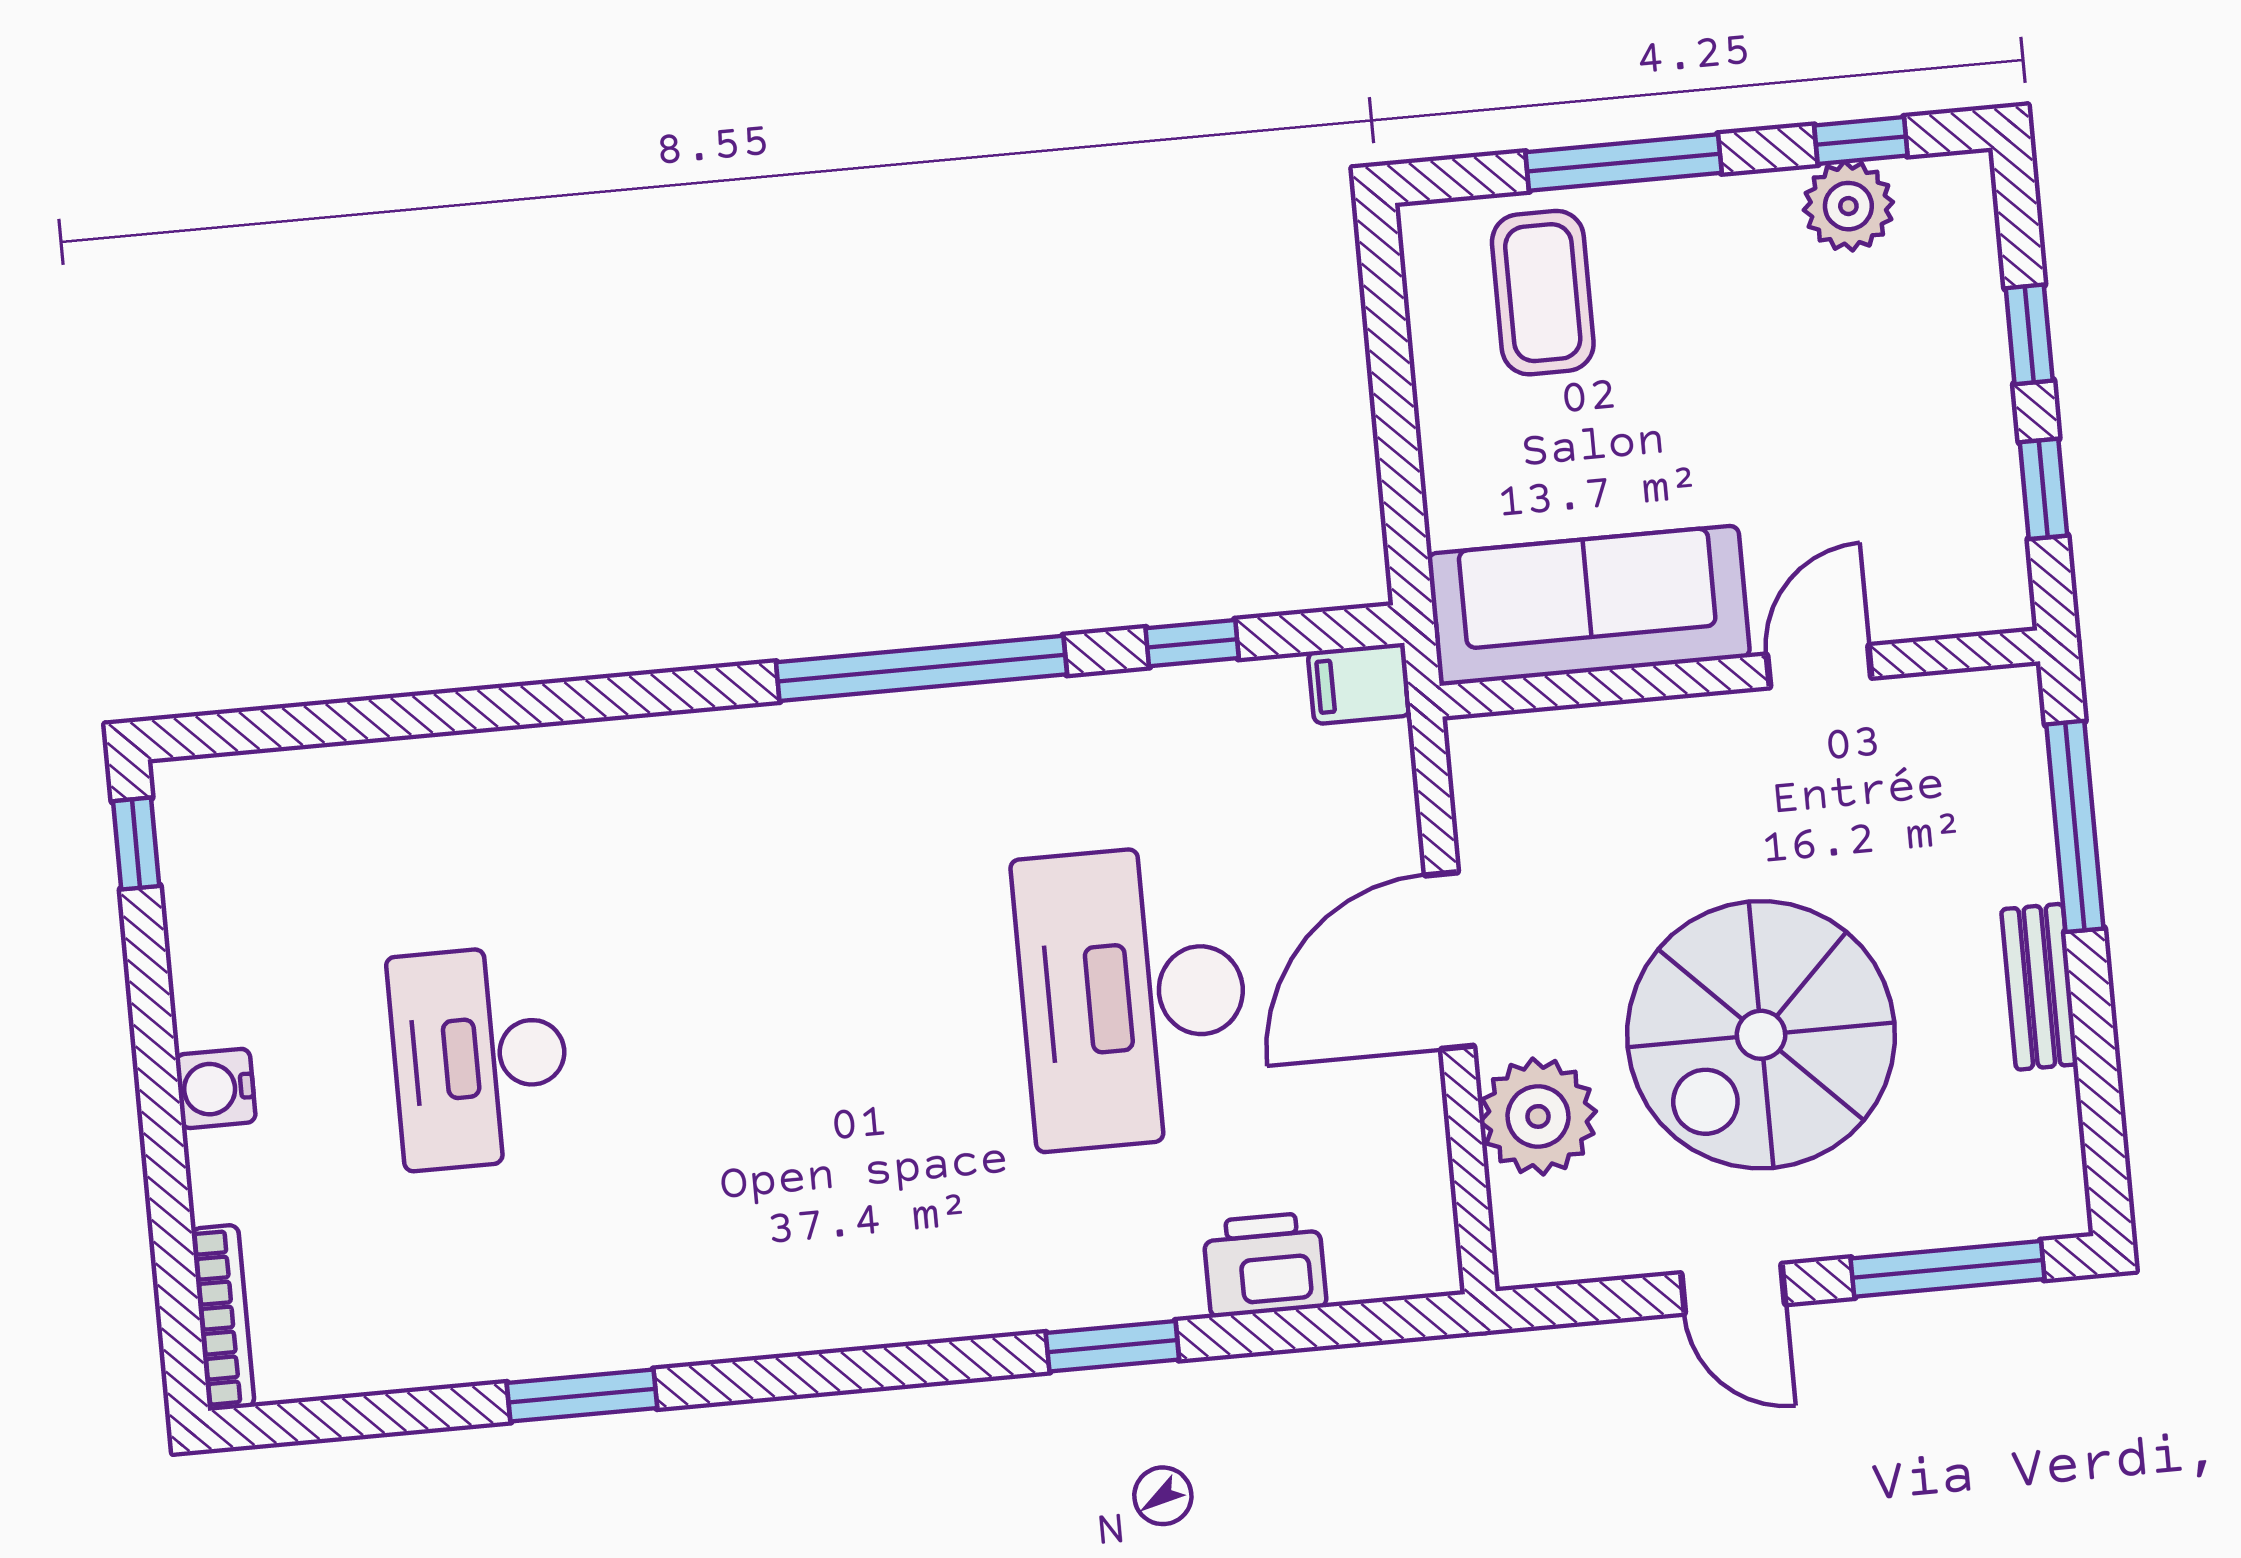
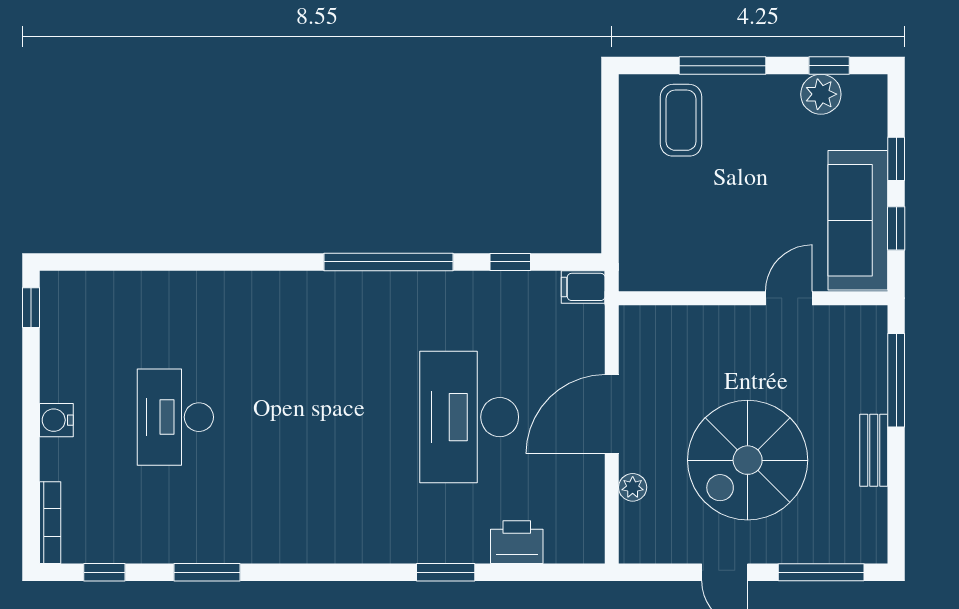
sofa: (1589, 605) -> (858, 220), moved, turned -90
plant: (1538, 1116) -> (633, 487), width x0.53, depth x0.53
window: (354, 1417) -> (104, 572), added

